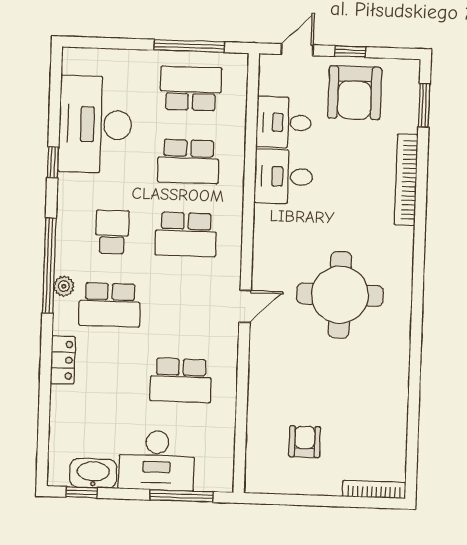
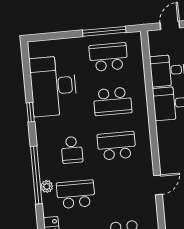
school desk: (112, 232) -> (72, 150), turned 180
school desk: (186, 234) -> (117, 146), turned 180
school desk: (110, 305) -> (76, 194), turned 180

